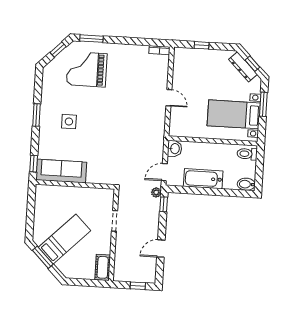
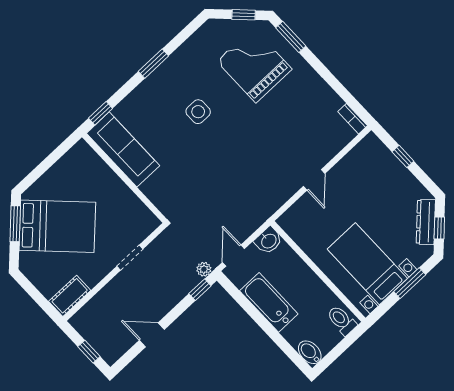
side table: (69, 122) -> (198, 112), moved
door: (164, 172) -> (233, 256), hinge flipped
bed: (65, 239) -> (57, 226), width x1.50

